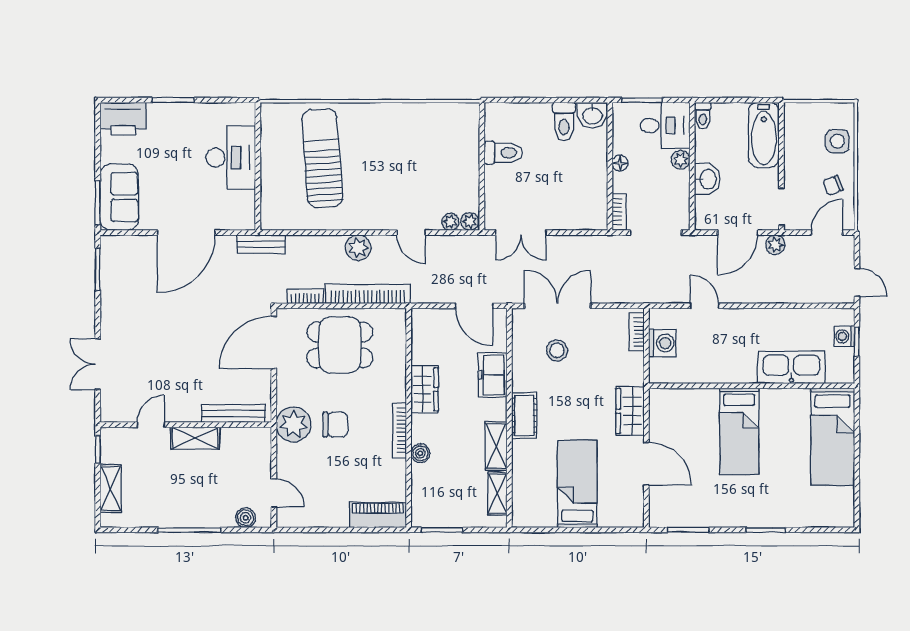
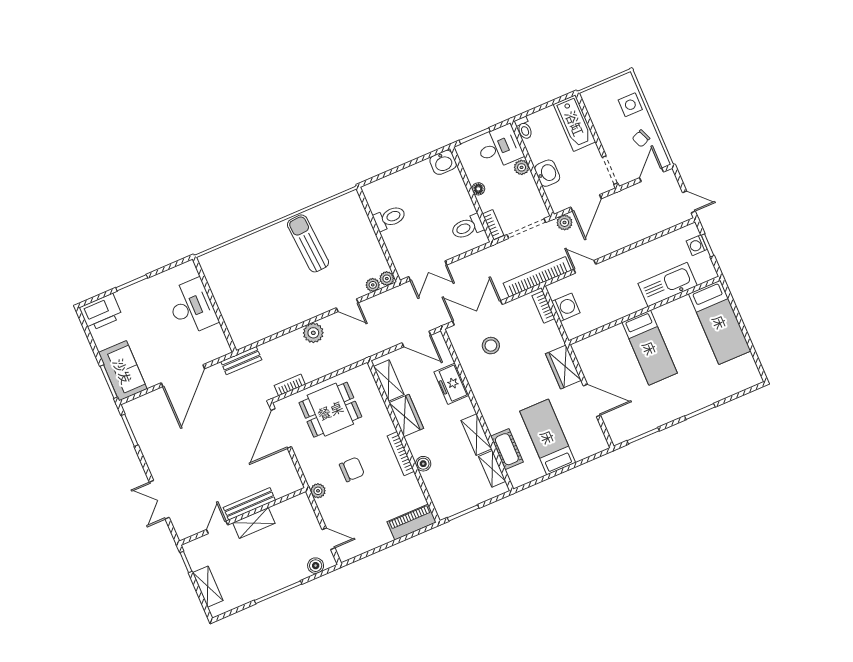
toilet: (564, 122) -> (467, 227), moved, turned 90
sun lounger: (322, 158) -> (308, 243), moved, width x0.73, depth x0.75
plant: (775, 245) -> (564, 223), moved
bookcase: (368, 294) -> (537, 277), moved
shelving: (422, 340) -> (389, 380), added
bench: (233, 414) -> (249, 504), moved
cot: (524, 416) -> (507, 449), moved
plant: (293, 424) -> (318, 491), width x0.53, depth x0.53

